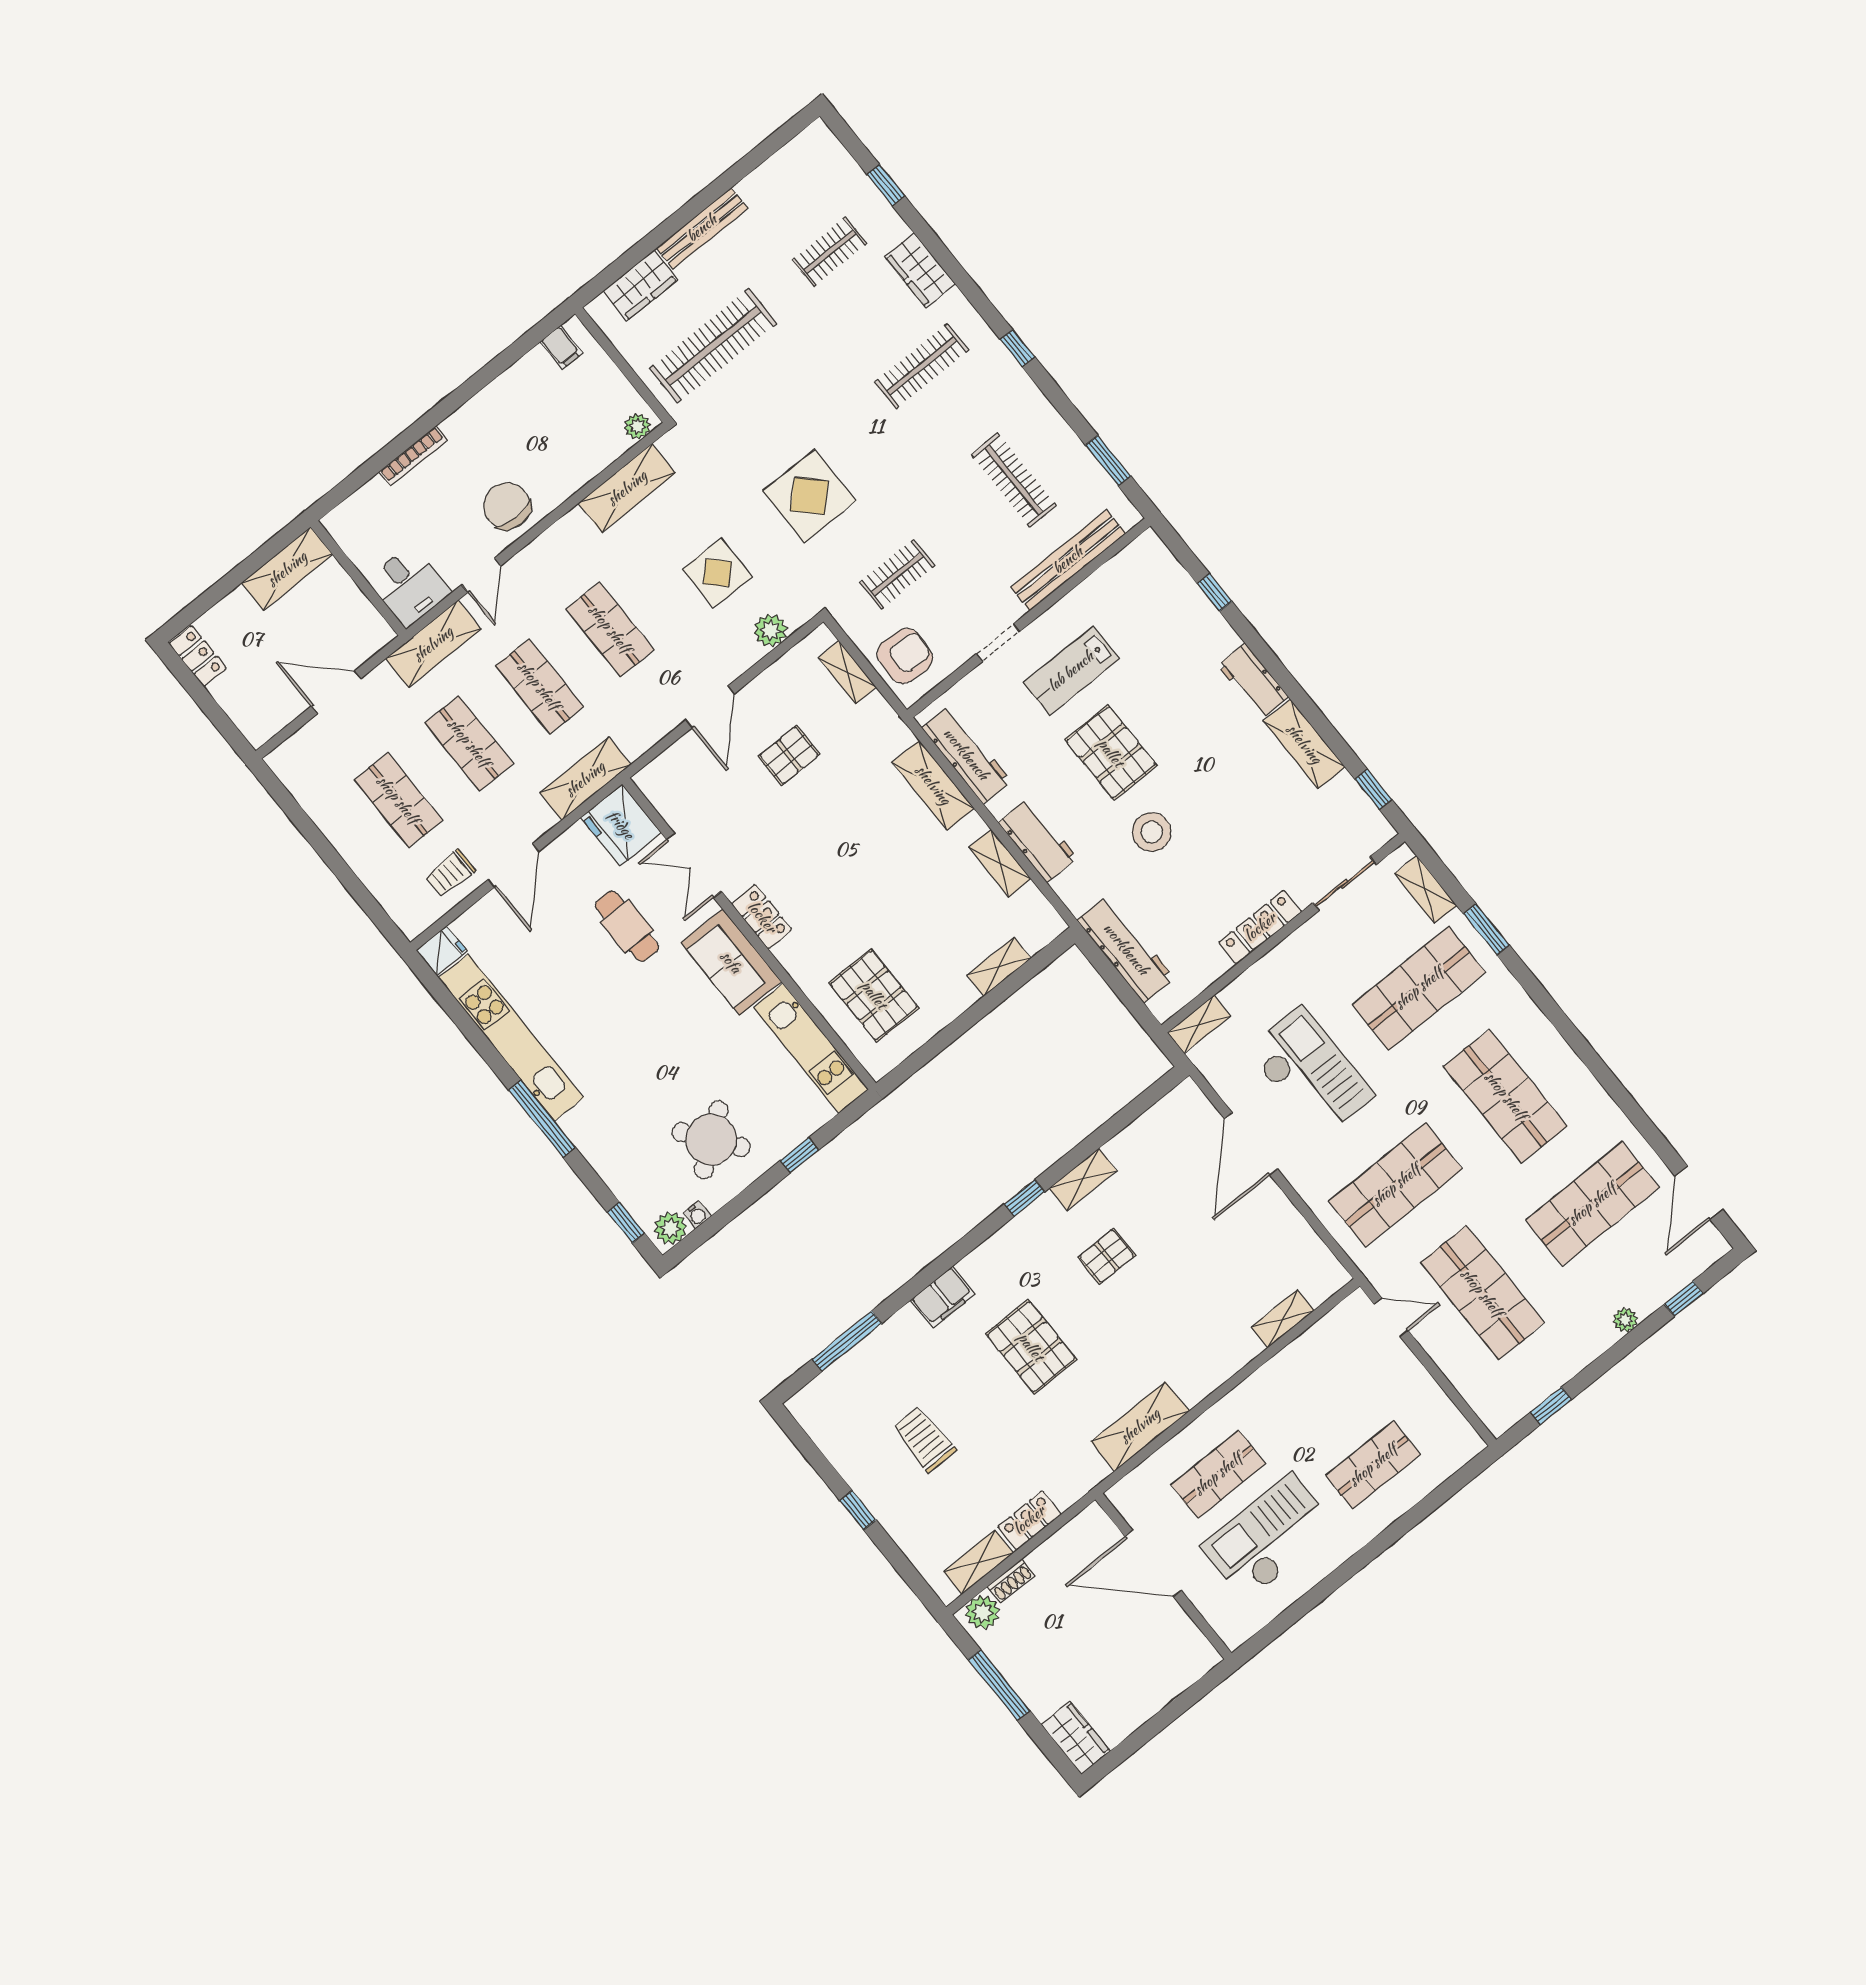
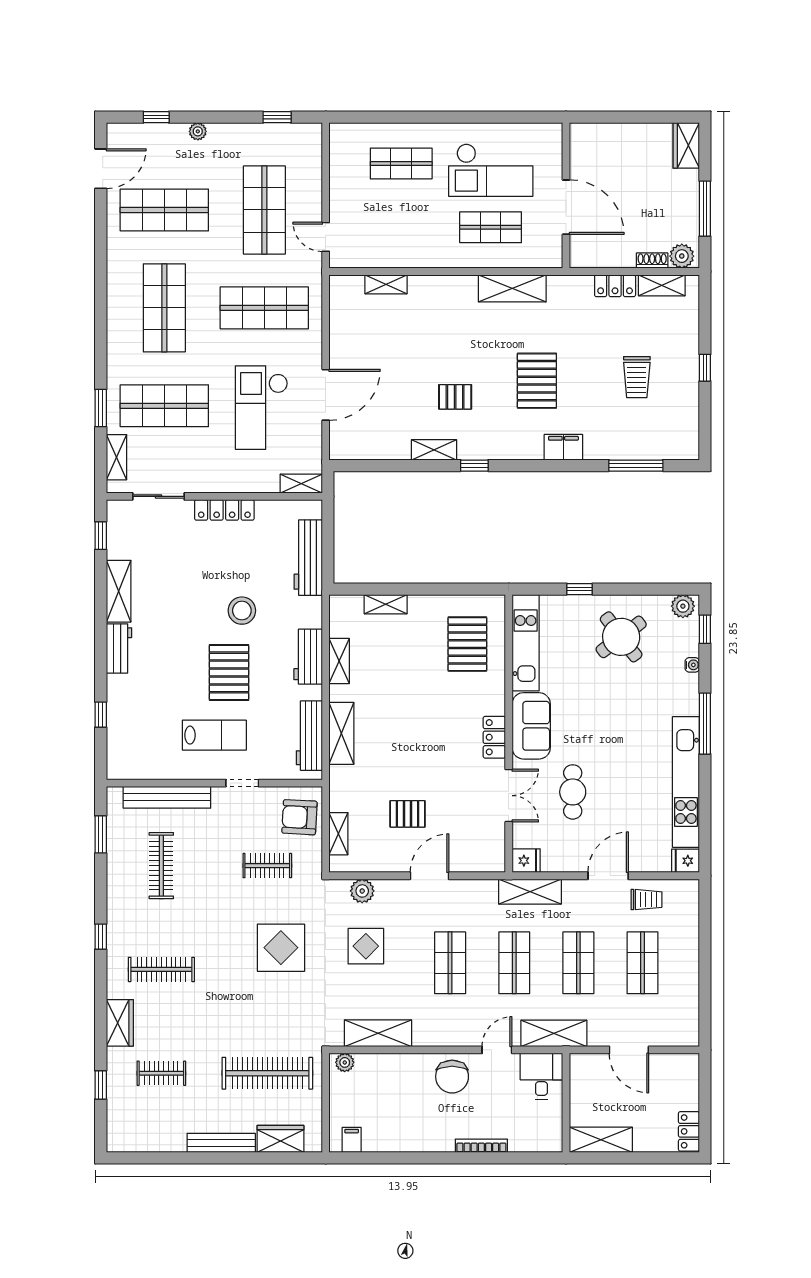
fridge: (621, 825) -> (526, 861), width x0.53, depth x0.75
water cooler: (697, 1215) -> (692, 665), moved, turned 90

